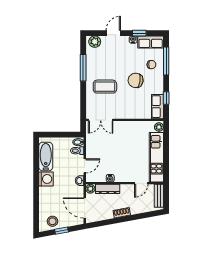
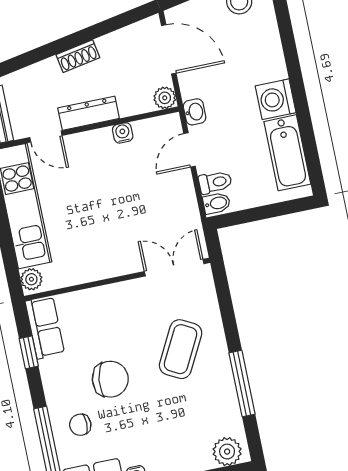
coffee table: (105, 87) -> (181, 349), turned -62
door: (141, 183) -> (46, 136), swing flipped
dresser: (108, 189) -> (89, 113), moved

